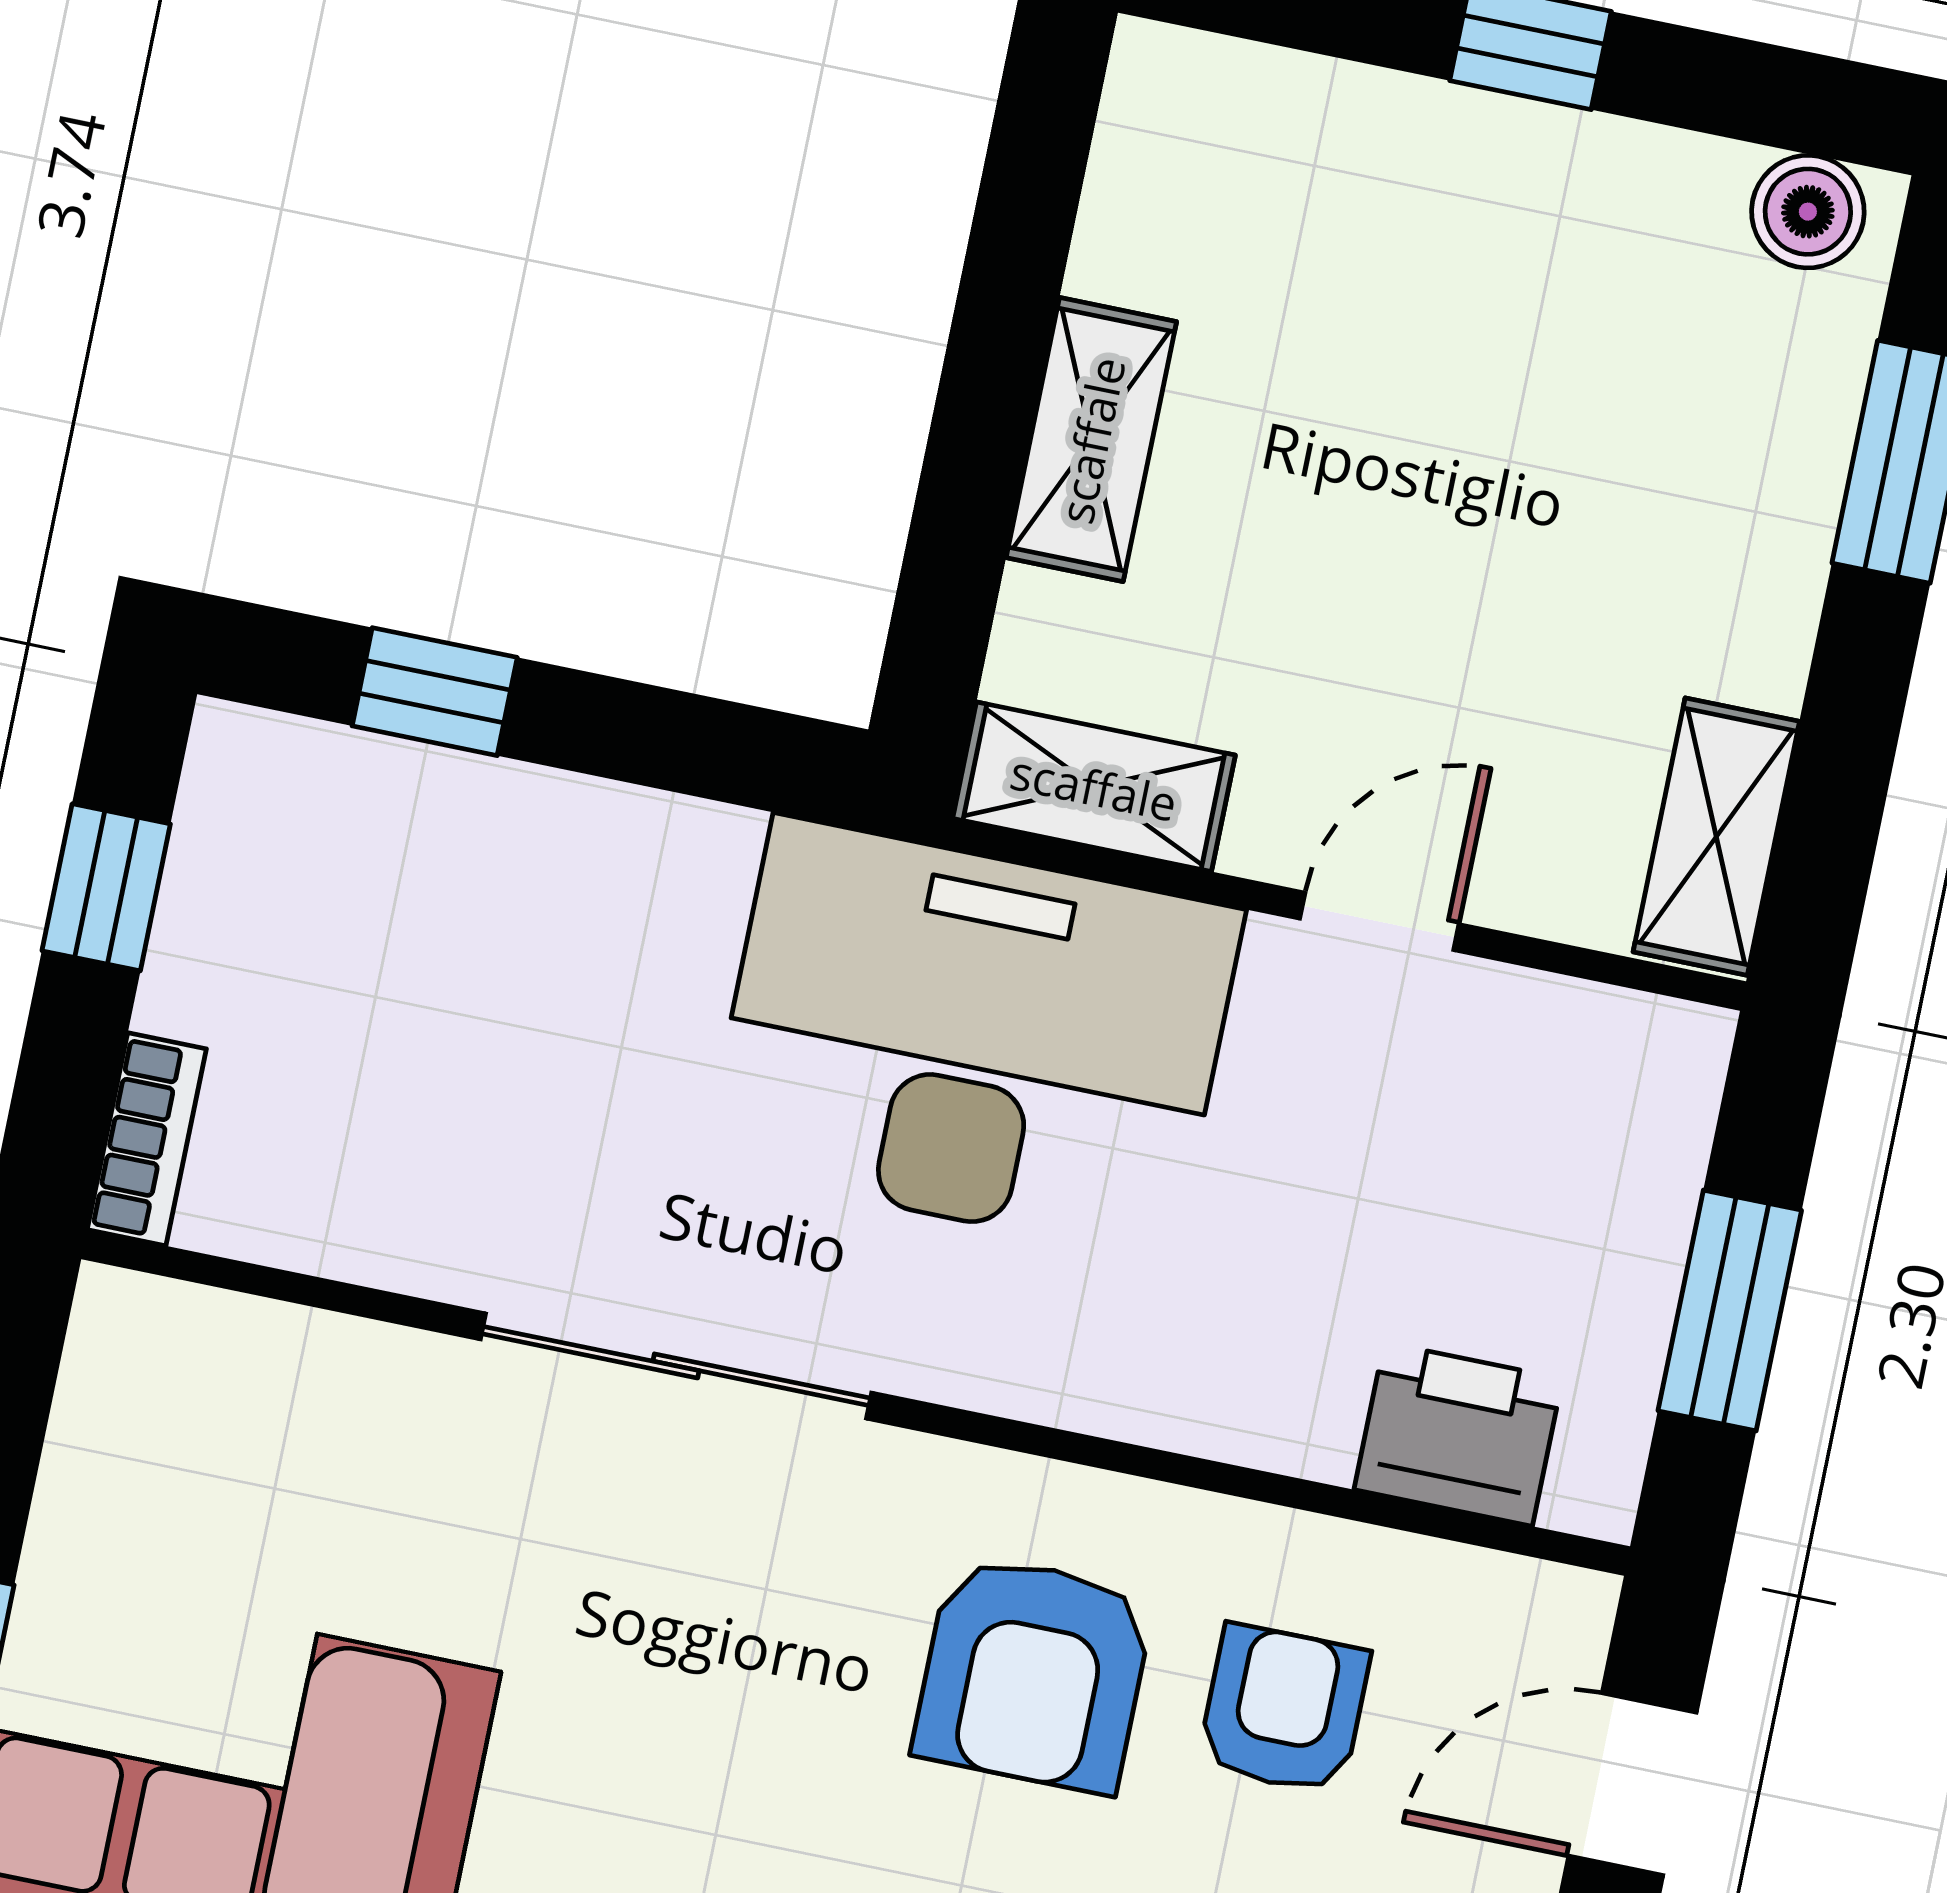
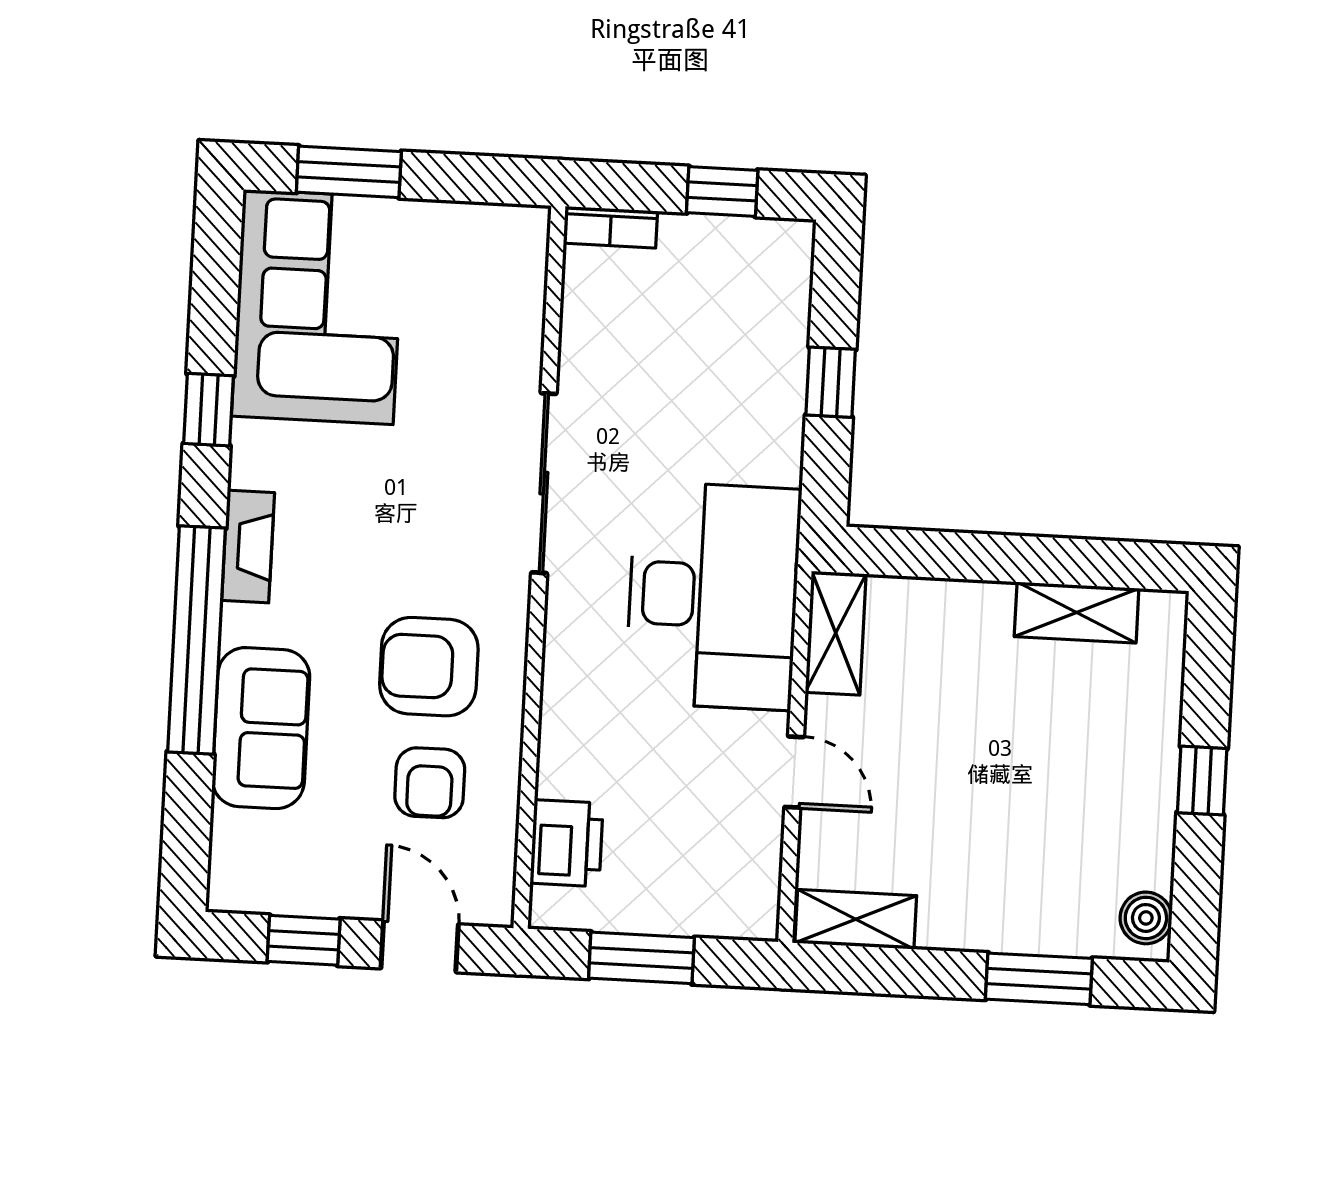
shelving: (1091, 440) -> (1077, 612), moved
window: (435, 692) -> (831, 382), moved
armchair: (1284, 1709) -> (430, 783), turned 90

